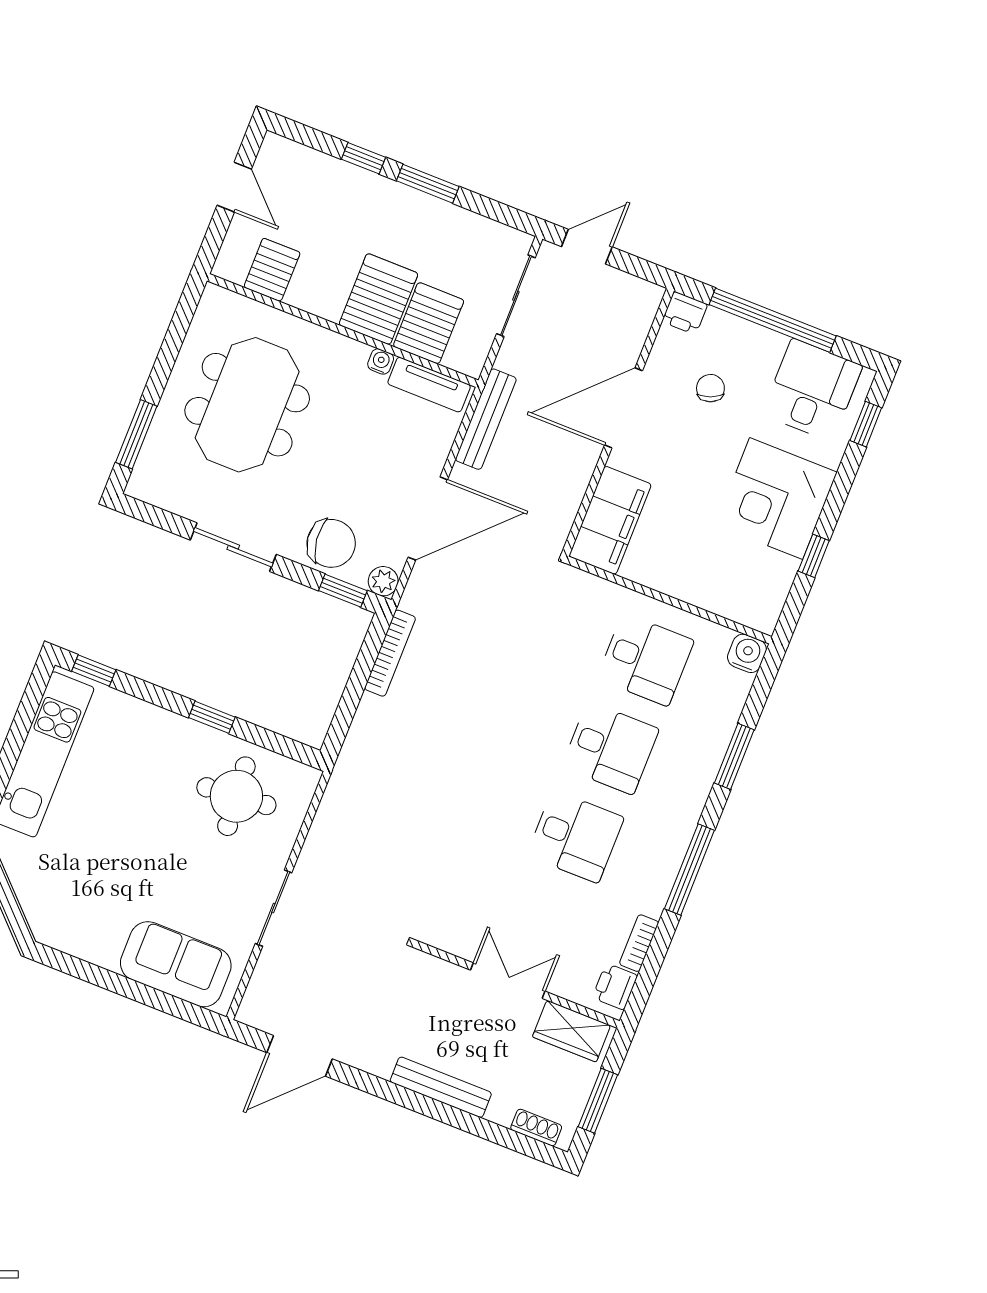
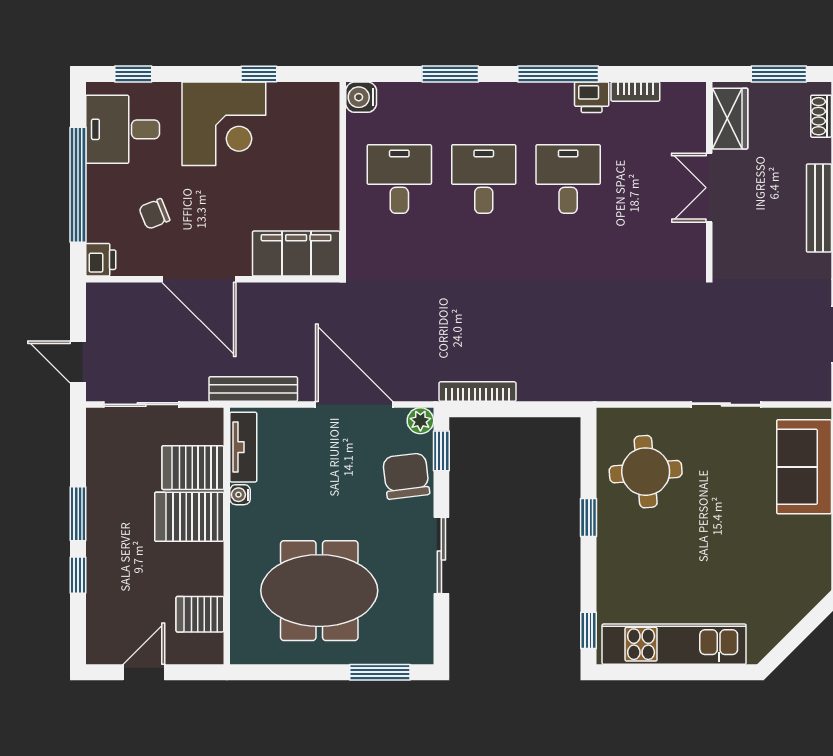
printer: (615, 987) -> (592, 97), moved

